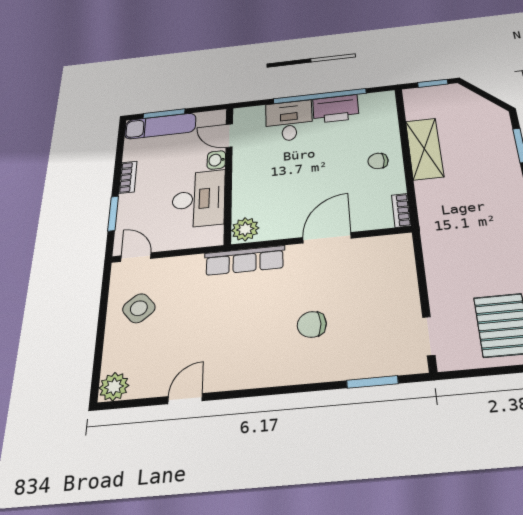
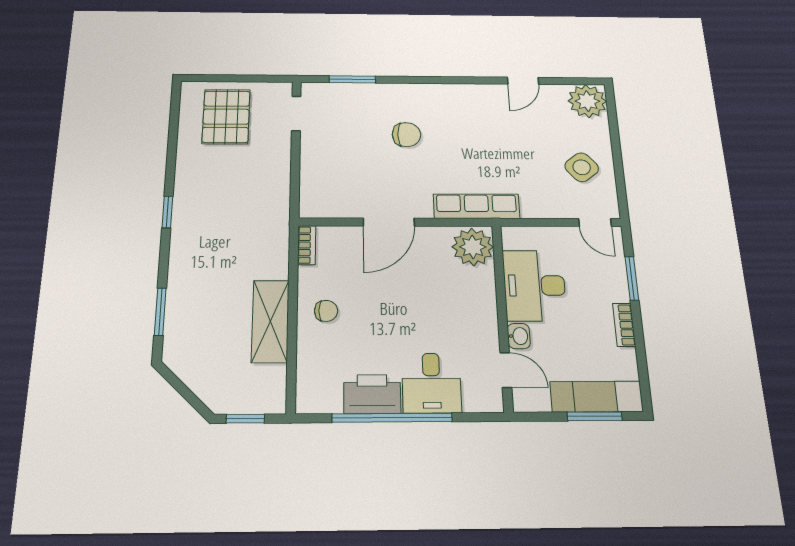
plant: (245, 229) -> (473, 247), width x1.36, depth x1.36
plant: (114, 387) -> (587, 101), width x1.36, depth x1.36

